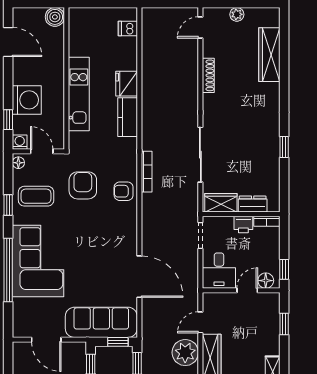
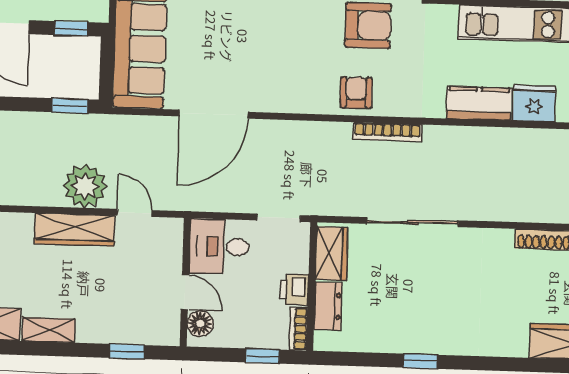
window: (284, 269) -> (262, 356), moved
window: (118, 342) -> (107, 75), removed

